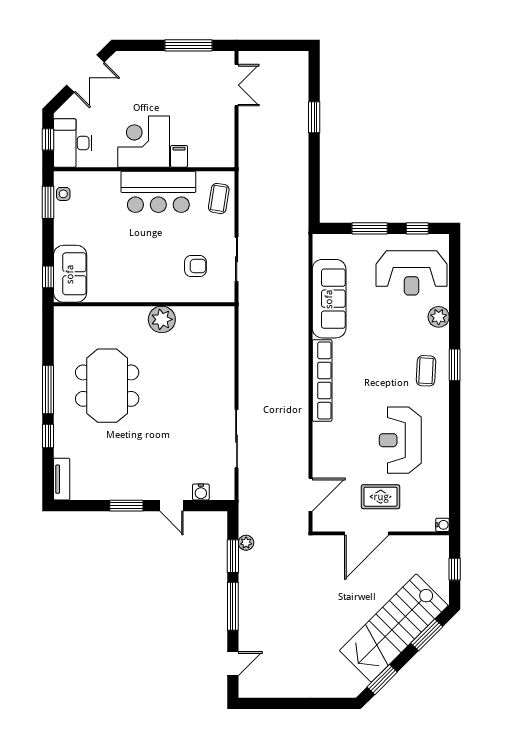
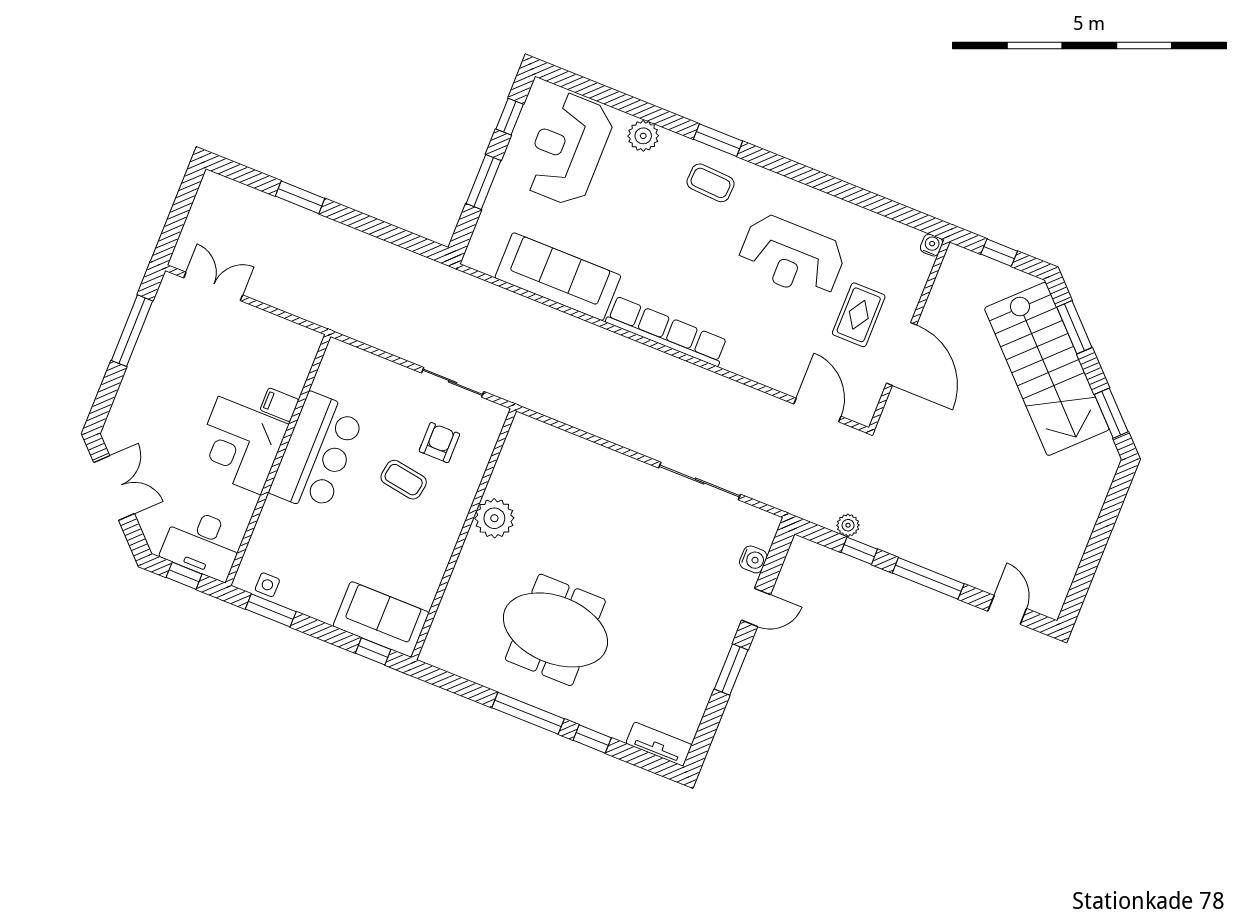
coffee table: (219, 198) -> (404, 480), moved
reception desk: (411, 273) -> (568, 149), turned 180
window: (233, 556) -> (859, 551), width x0.67

